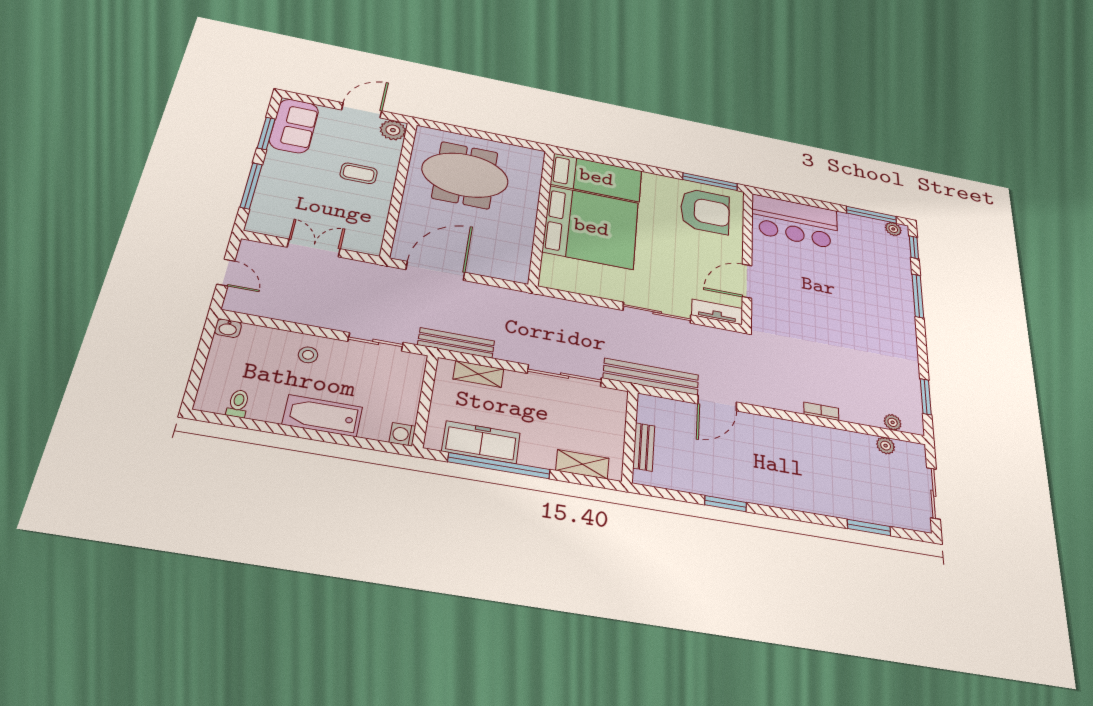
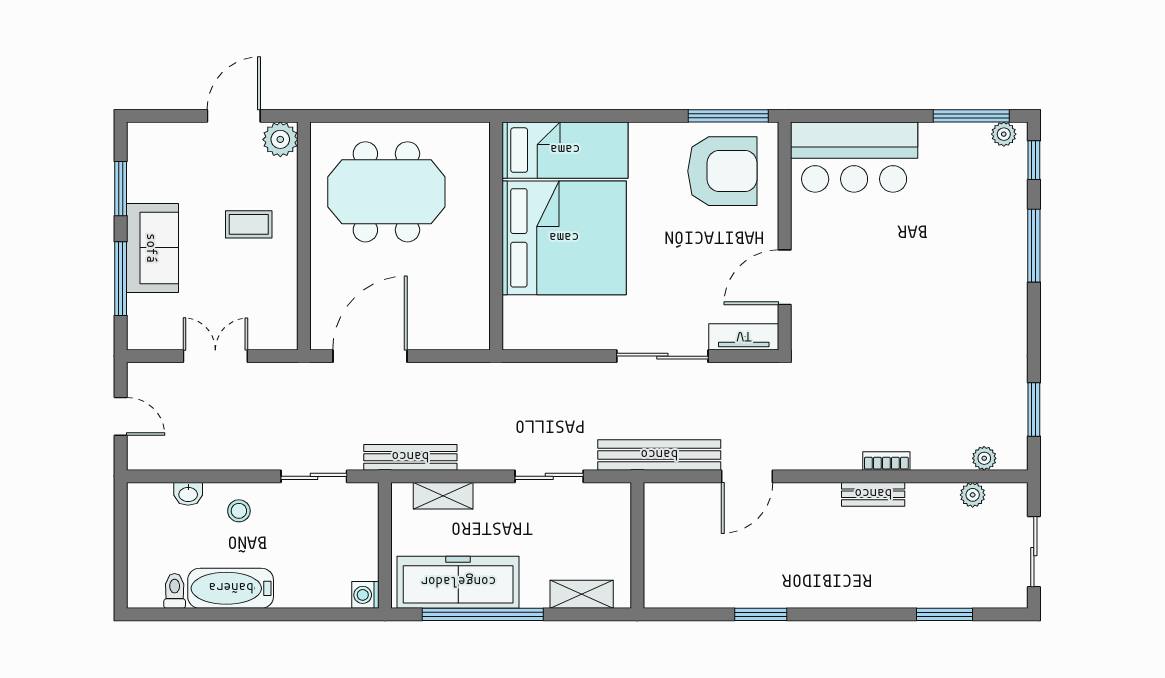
sofa: (294, 126) -> (152, 248), moved
washbasin: (228, 328) -> (188, 494), moved
sliding door: (565, 376) -> (549, 476), width x0.73
bathtub: (322, 416) -> (231, 588), moved
freezer: (481, 442) -> (458, 582), width x1.36, depth x1.26
bench: (644, 447) -> (873, 494), moved, turned 90

